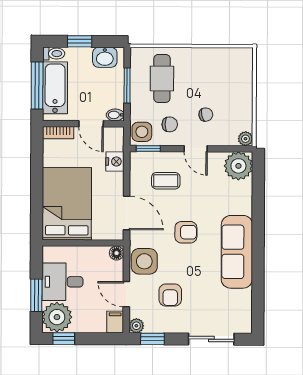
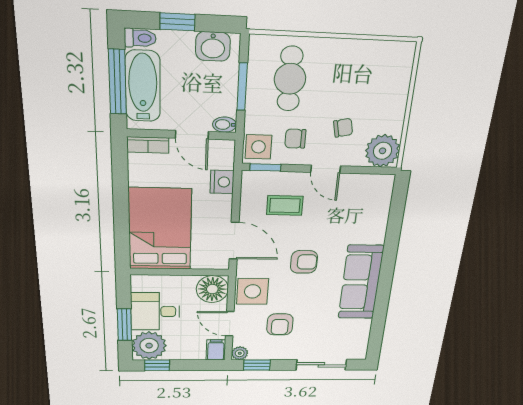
chair: (170, 124) -> (295, 139), turned 180
plant: (245, 139) -> (383, 151), width x1.88, depth x1.88
plant: (238, 166) -> (376, 190), removed
floor lamp: (117, 253) -> (212, 289), width x1.89, depth x1.89

